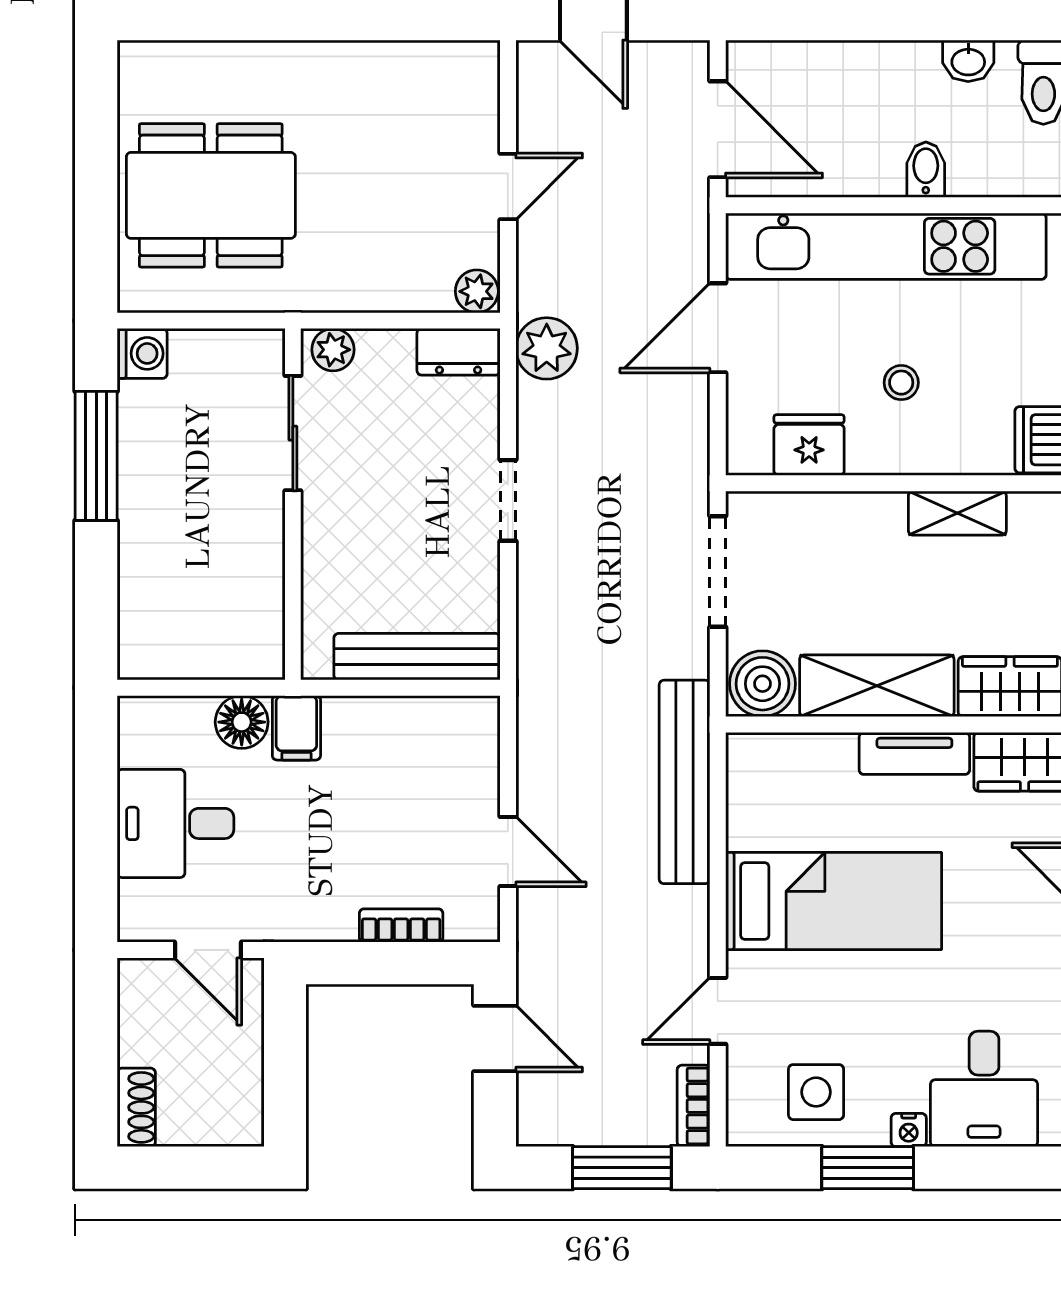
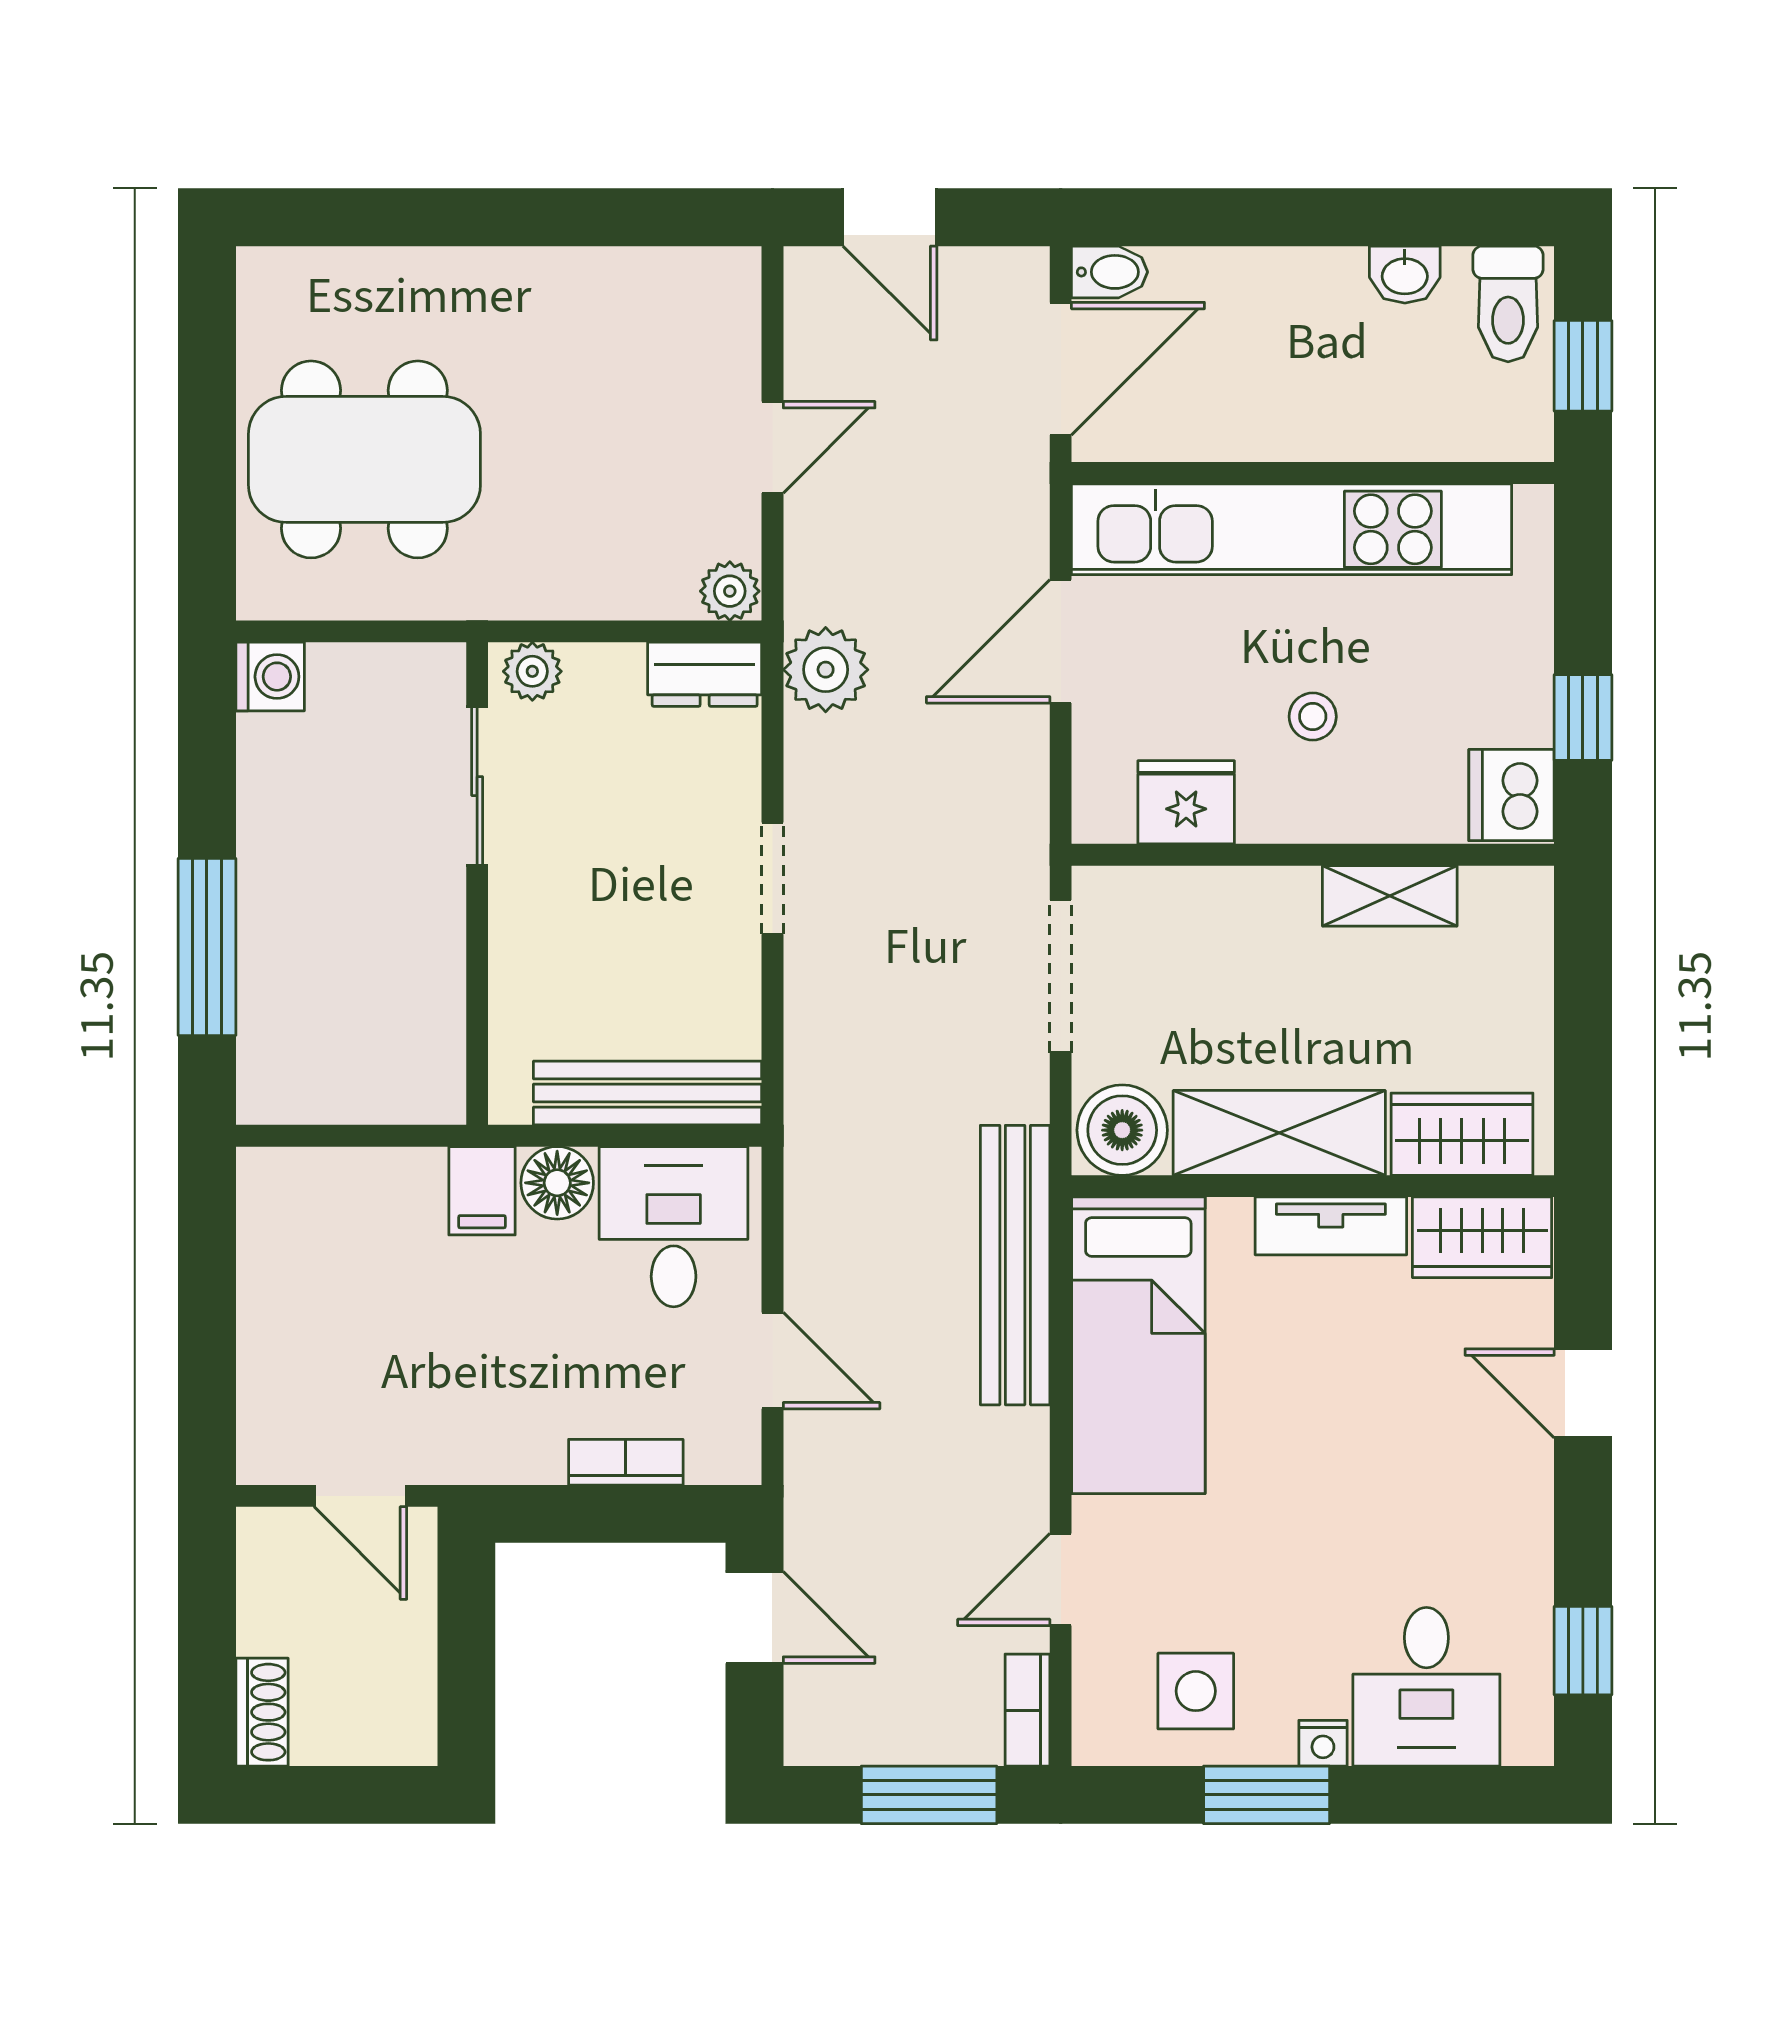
door: (718, 129) -> (1061, 369), hinge flipped
bidet: (926, 170) -> (1110, 272), moved, turned 90
window: (96, 456) -> (207, 947), moved
floor lamp: (242, 722) -> (557, 1183), moved
desk: (176, 823) -> (674, 1227), moved, turned 90
bed: (834, 901) -> (1138, 1345), moved, turned 90

